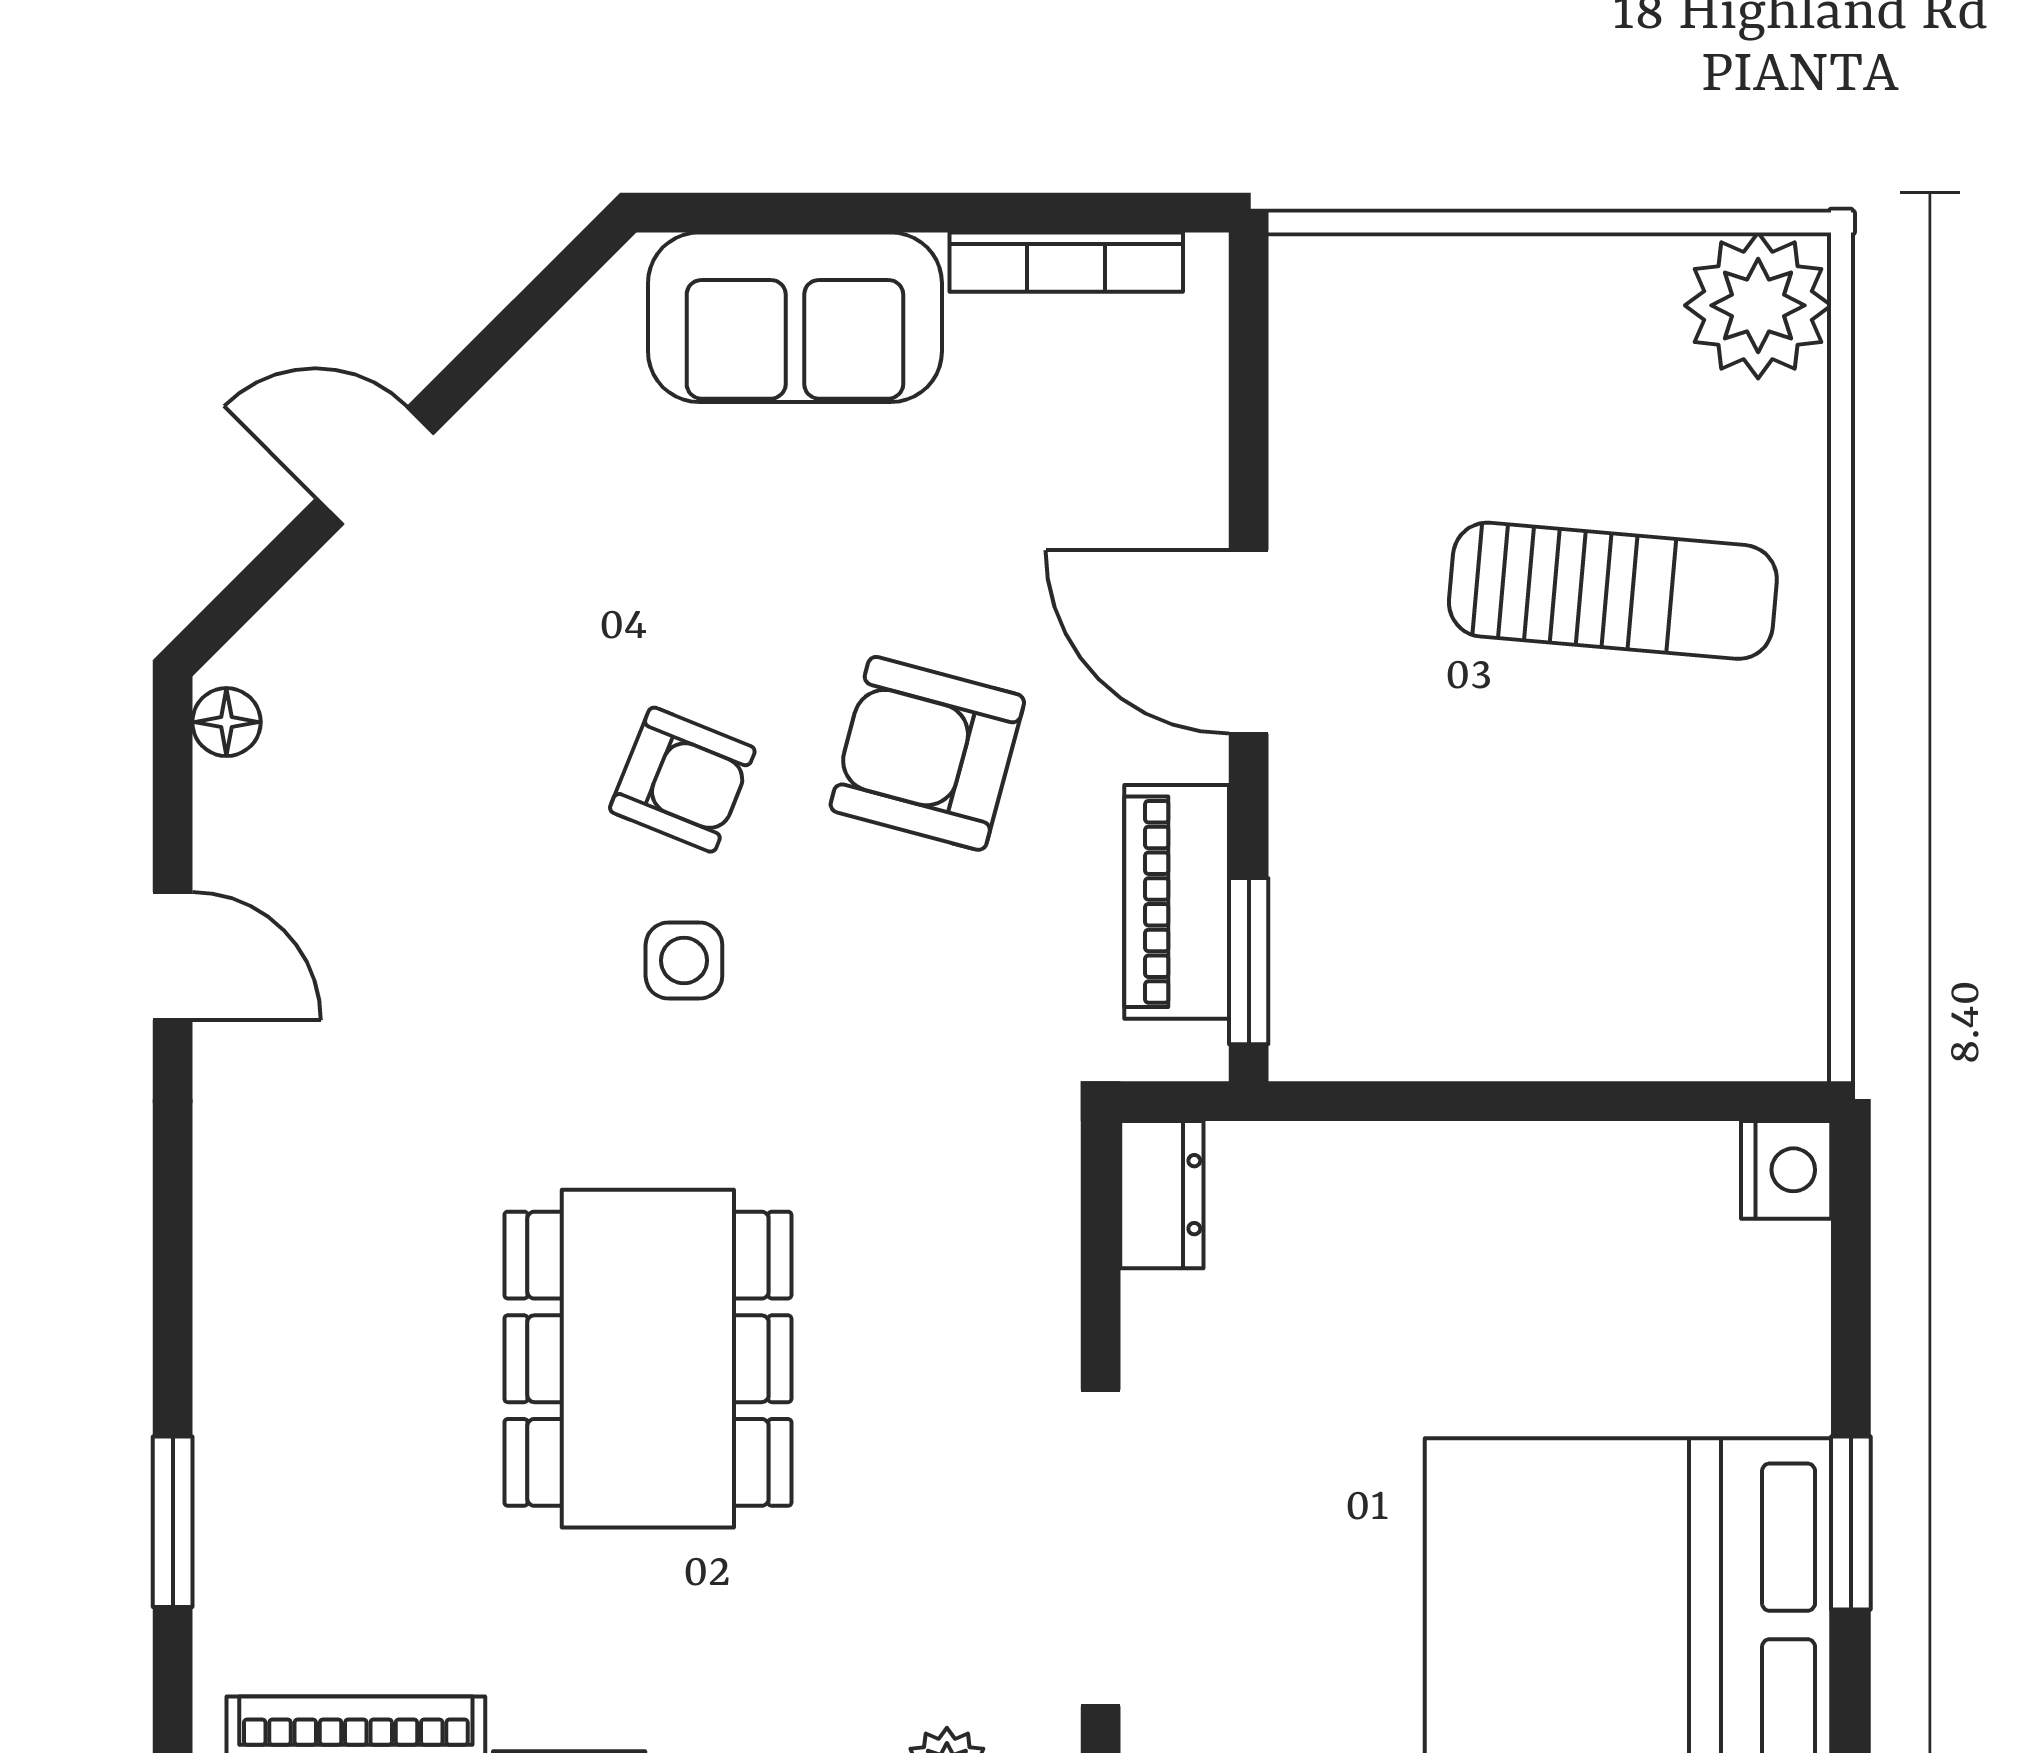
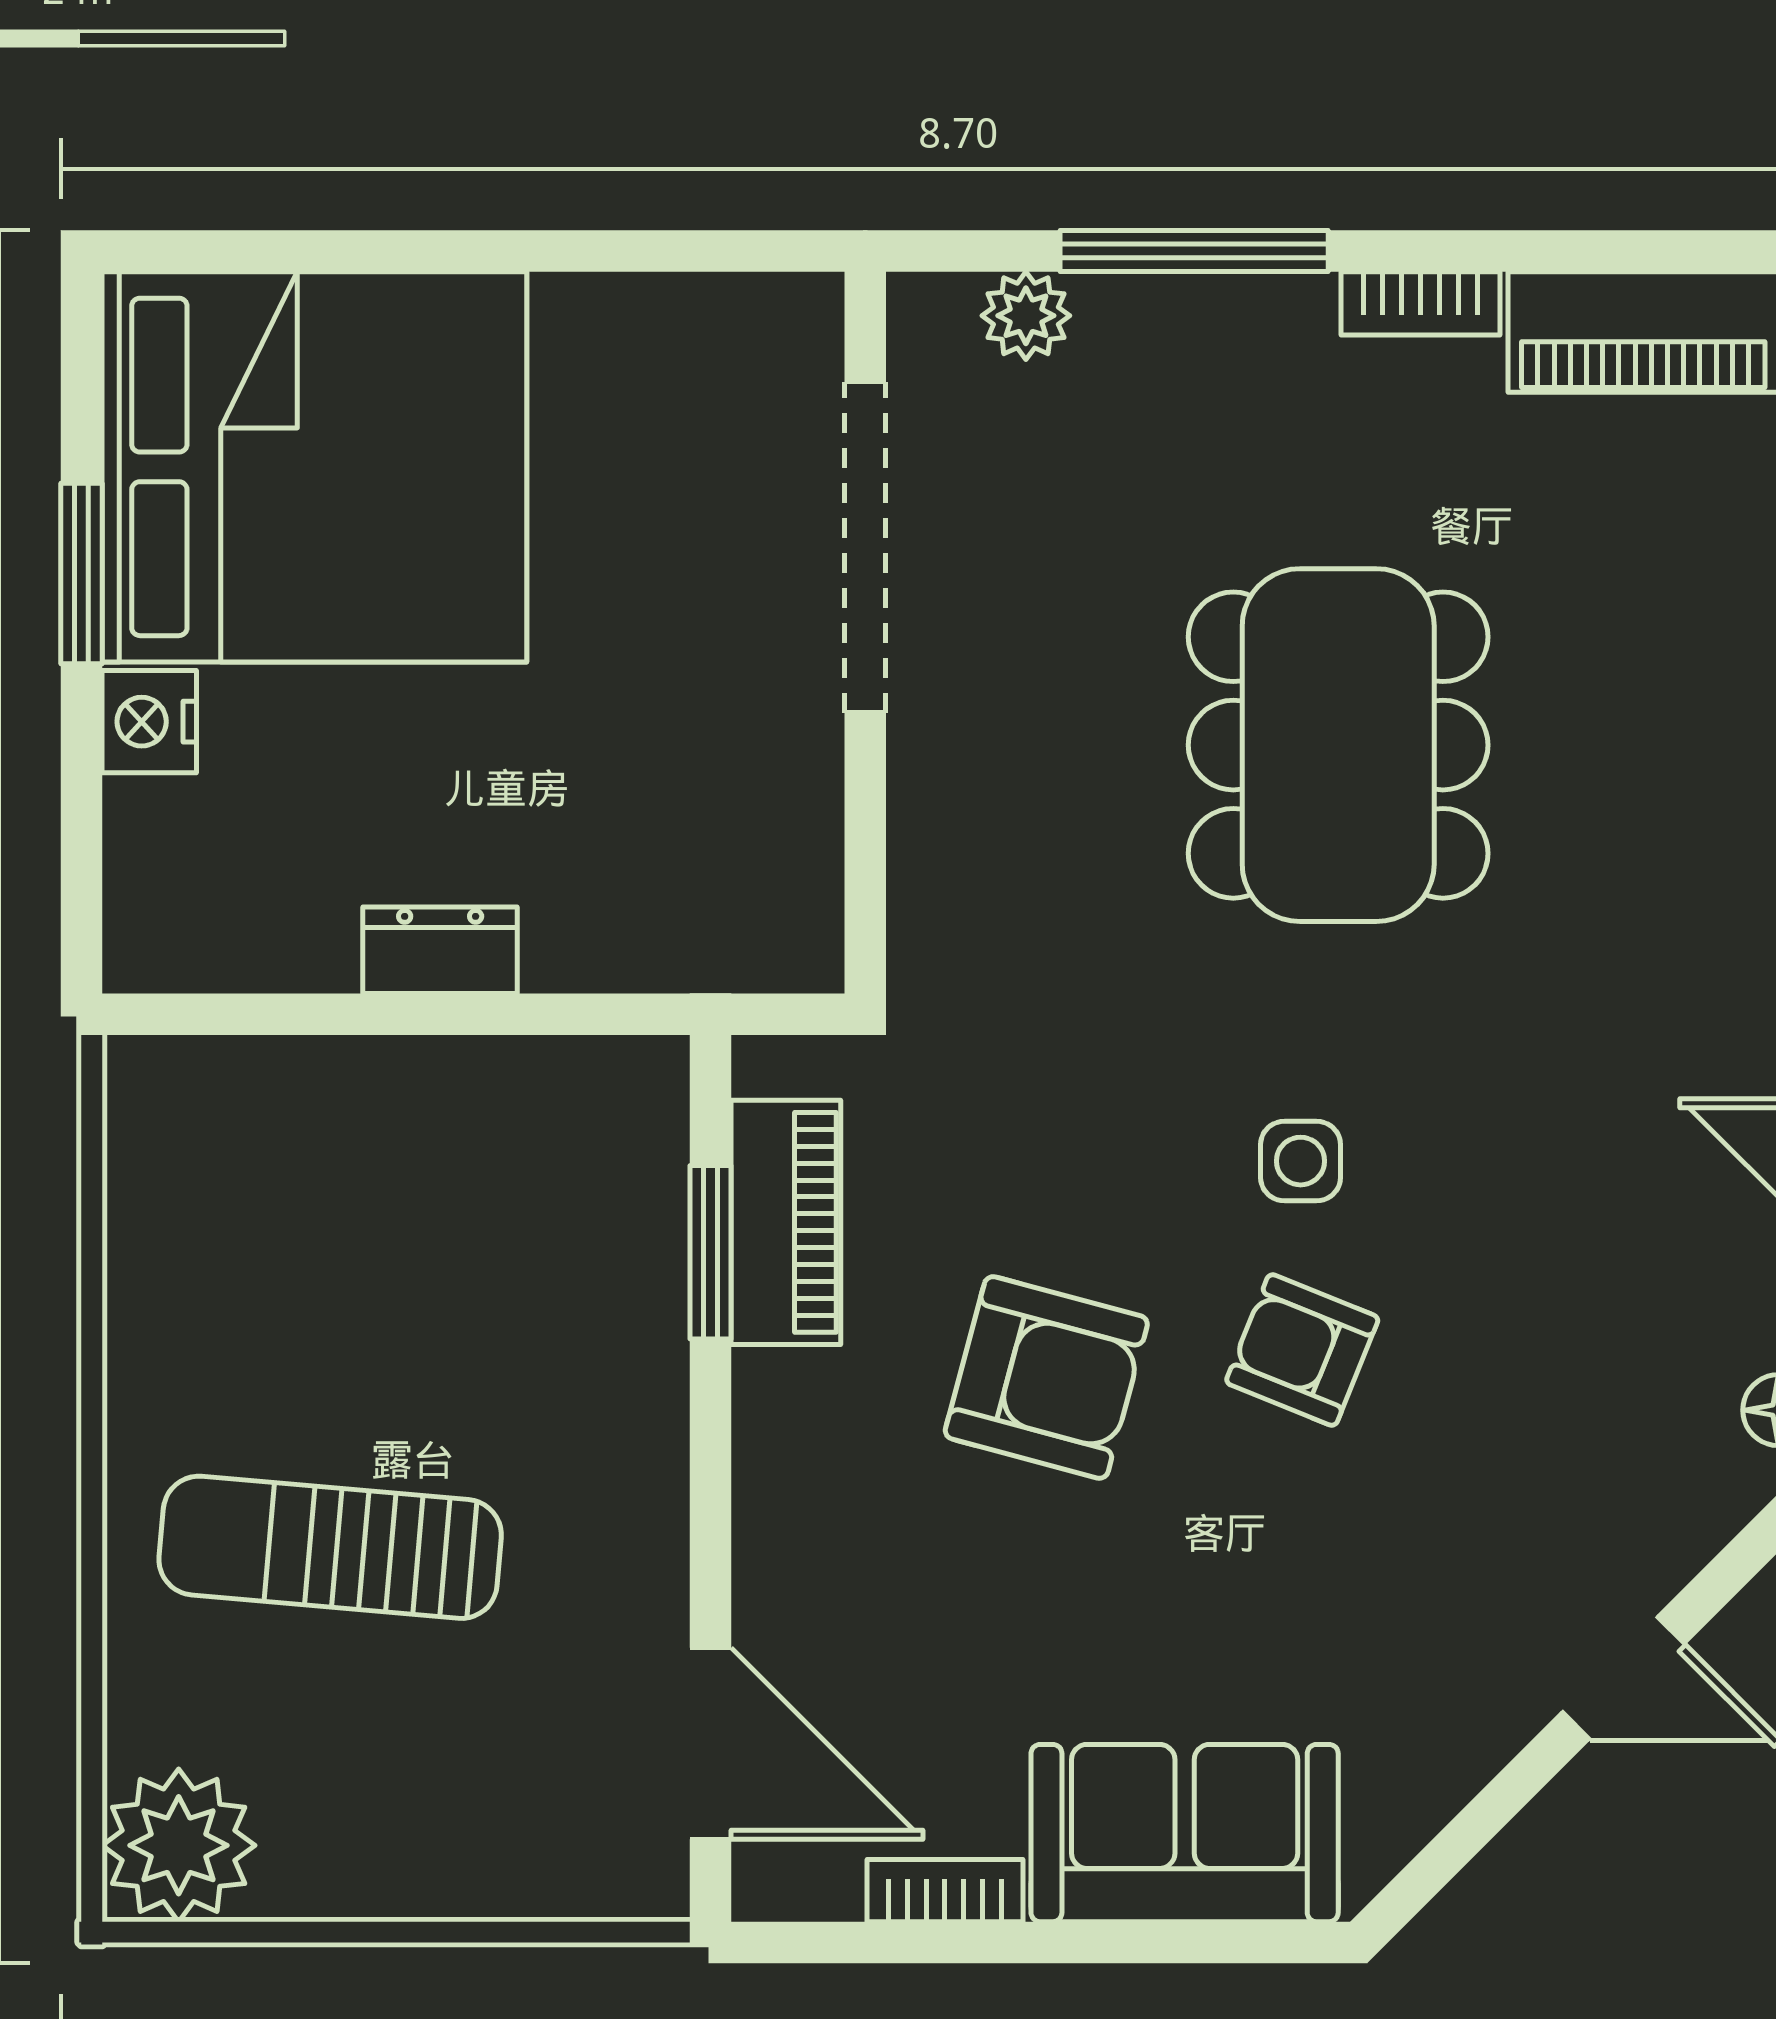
bookcase: (1066, 262) -> (945, 1891), width x0.64
door: (1249, 642) -> (711, 1744), moved
window: (1249, 961) -> (711, 1252), moved
nightstand: (1786, 1170) -> (149, 722), moved
dresser: (1162, 1195) -> (440, 950), moved, turned 90

